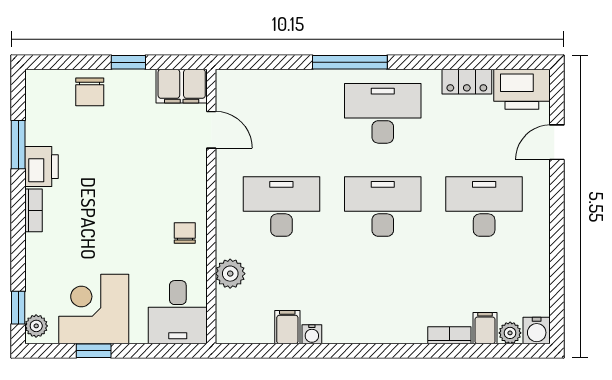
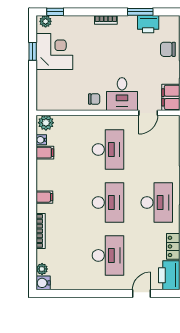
door: (557, 142) -> (142, 294), hinge flipped
printer: (42, 167) -> (148, 24), moved
plant: (230, 274) -> (46, 123), moved
desk: (178, 312) -> (122, 94), moved, turned -90
filing cabinet: (485, 328) -> (44, 197), moved
water cooler: (312, 334) -> (41, 140), moved
bookcase: (449, 335) -> (41, 231), width x1.56

